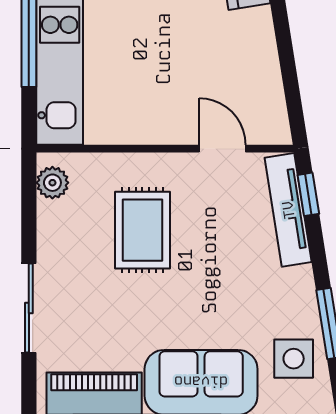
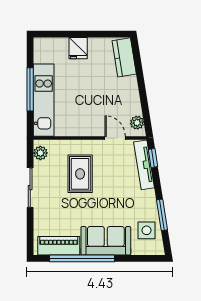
plant: (272, 114) -> (137, 123), added
sliding door: (29, 308) -> (30, 188), moved

